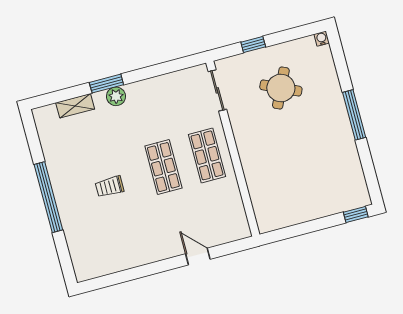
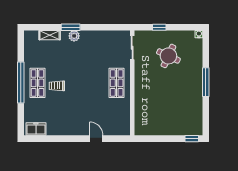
shop shelf: (163, 167) -> (37, 83), moved
freezer: (94, 267) -> (36, 129), added

